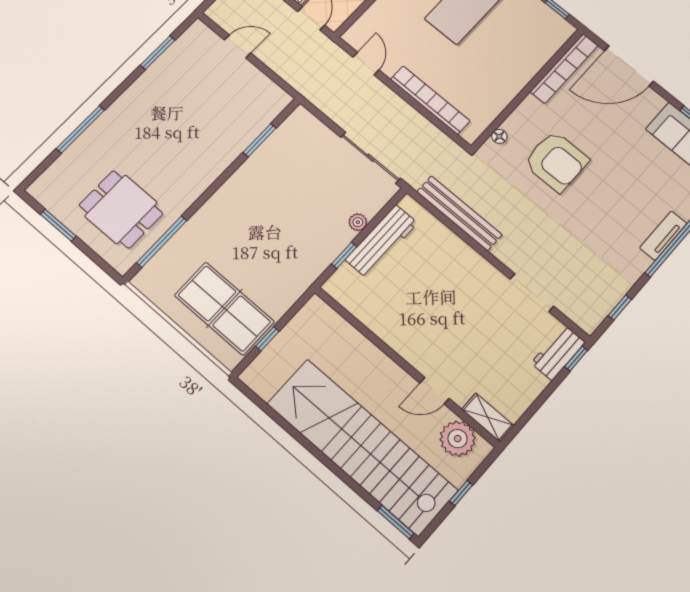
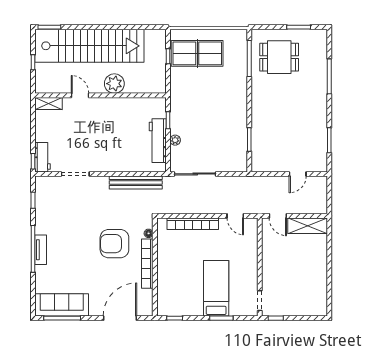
bookcase: (564, 68) -> (147, 264), moved
door: (434, 391) -> (80, 95), hinge flipped
plant: (458, 439) -> (114, 84), moved

